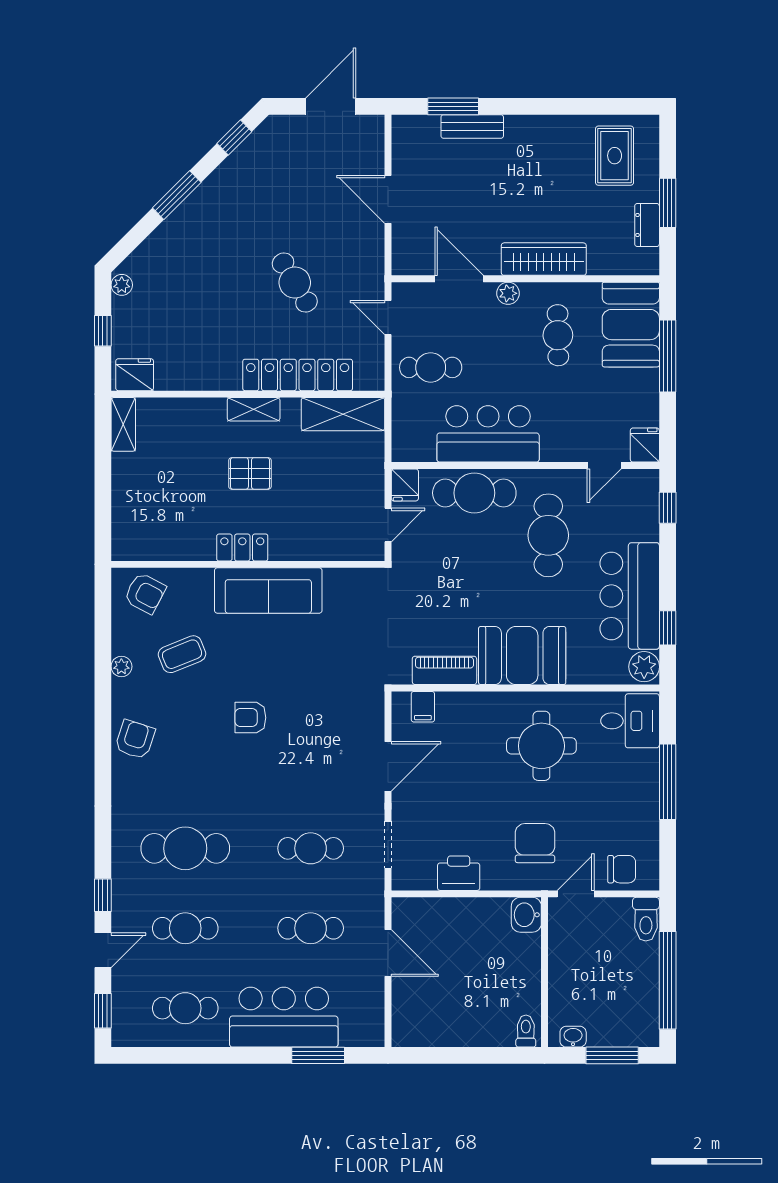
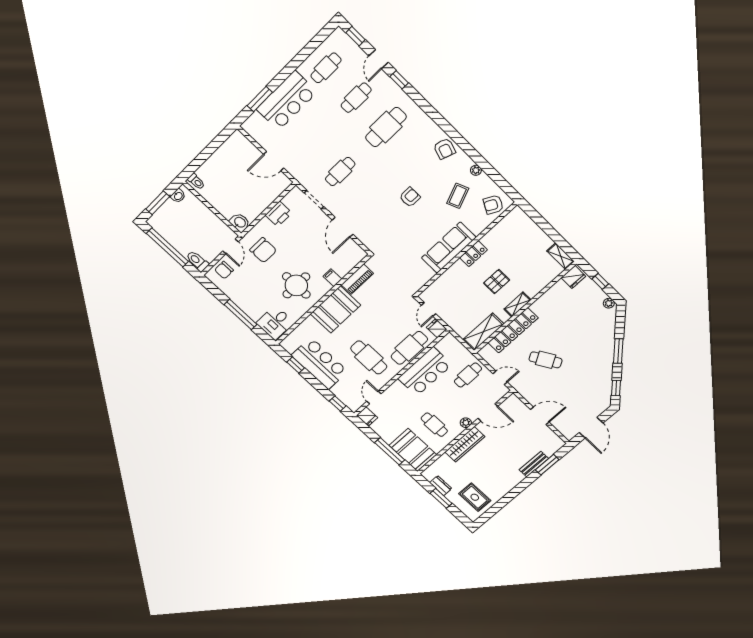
plant: (644, 667) -> (290, 345), removed
filing cabinet: (423, 707) -> (332, 278), moved
cafe table: (311, 928) -> (311, 143), removed

